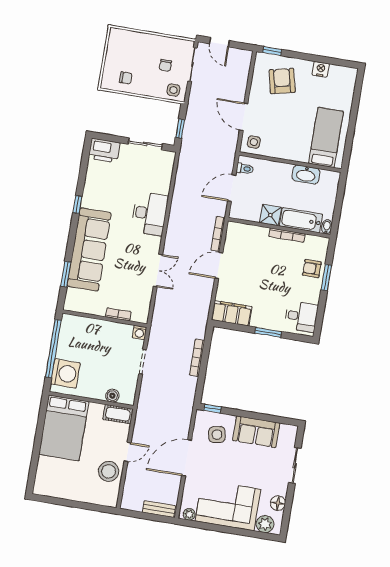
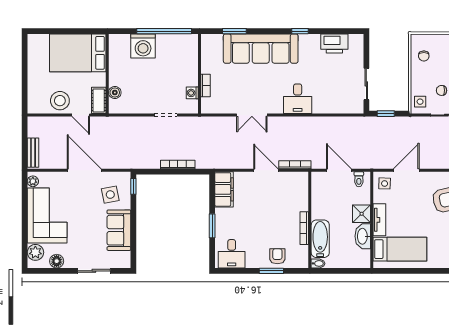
printer: (104, 150) -> (334, 43), moved, turned -90
tv unit: (291, 154) -> (379, 220), added
desk: (150, 214) -> (298, 99), width x0.73
shower: (270, 215) -> (362, 214), moved
washing machine: (140, 332) -> (192, 93), moved
boiler: (112, 396) -> (115, 92), moved
wall: (91, 400) -> (107, 74), moved
cot: (118, 414) -> (99, 100), moved
bed: (64, 428) -> (78, 53), moved

